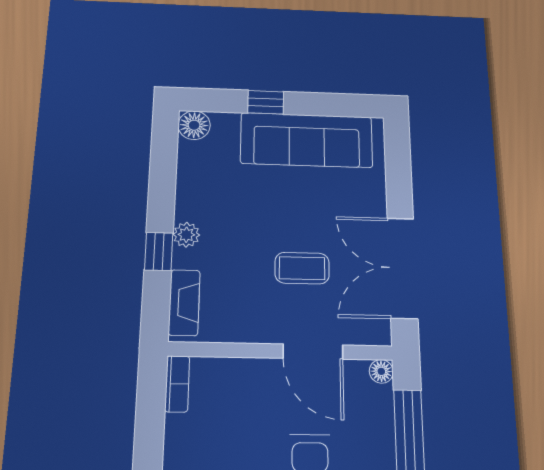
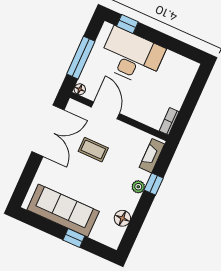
floor lamp: (194, 125) -> (122, 218), moved

